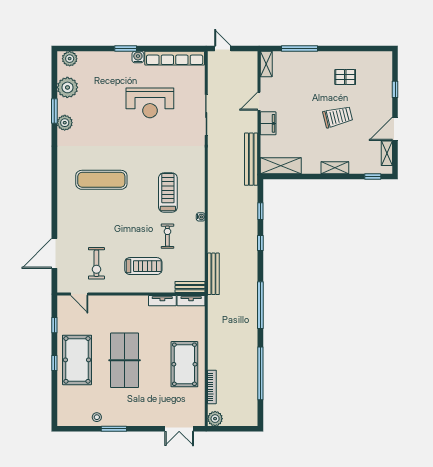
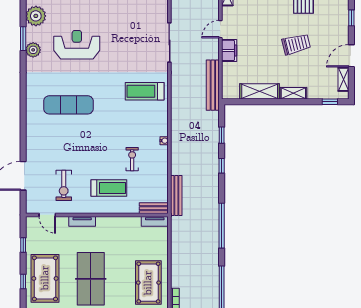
reception desk: (150, 103) -> (77, 45), moved, turned 180
shelving: (281, 166) -> (260, 91), moved
treadmill: (168, 193) -> (145, 91), moved, turned -90
tv unit: (162, 301) -> (82, 221), moved

